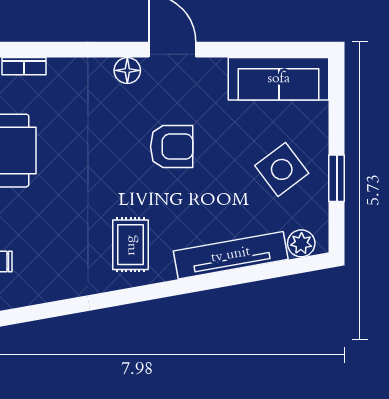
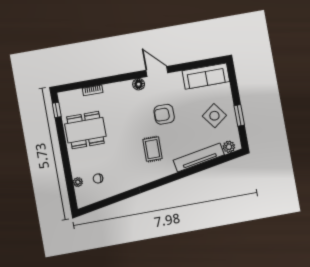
armchair: (172, 147) -> (164, 114), turned 180
rug: (131, 245) -> (152, 149), moved

